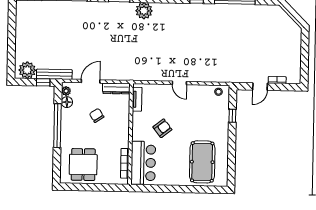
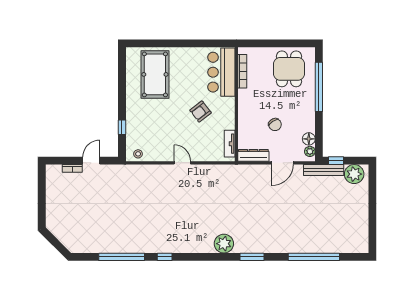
window: (57, 126) -> (319, 87), moved

